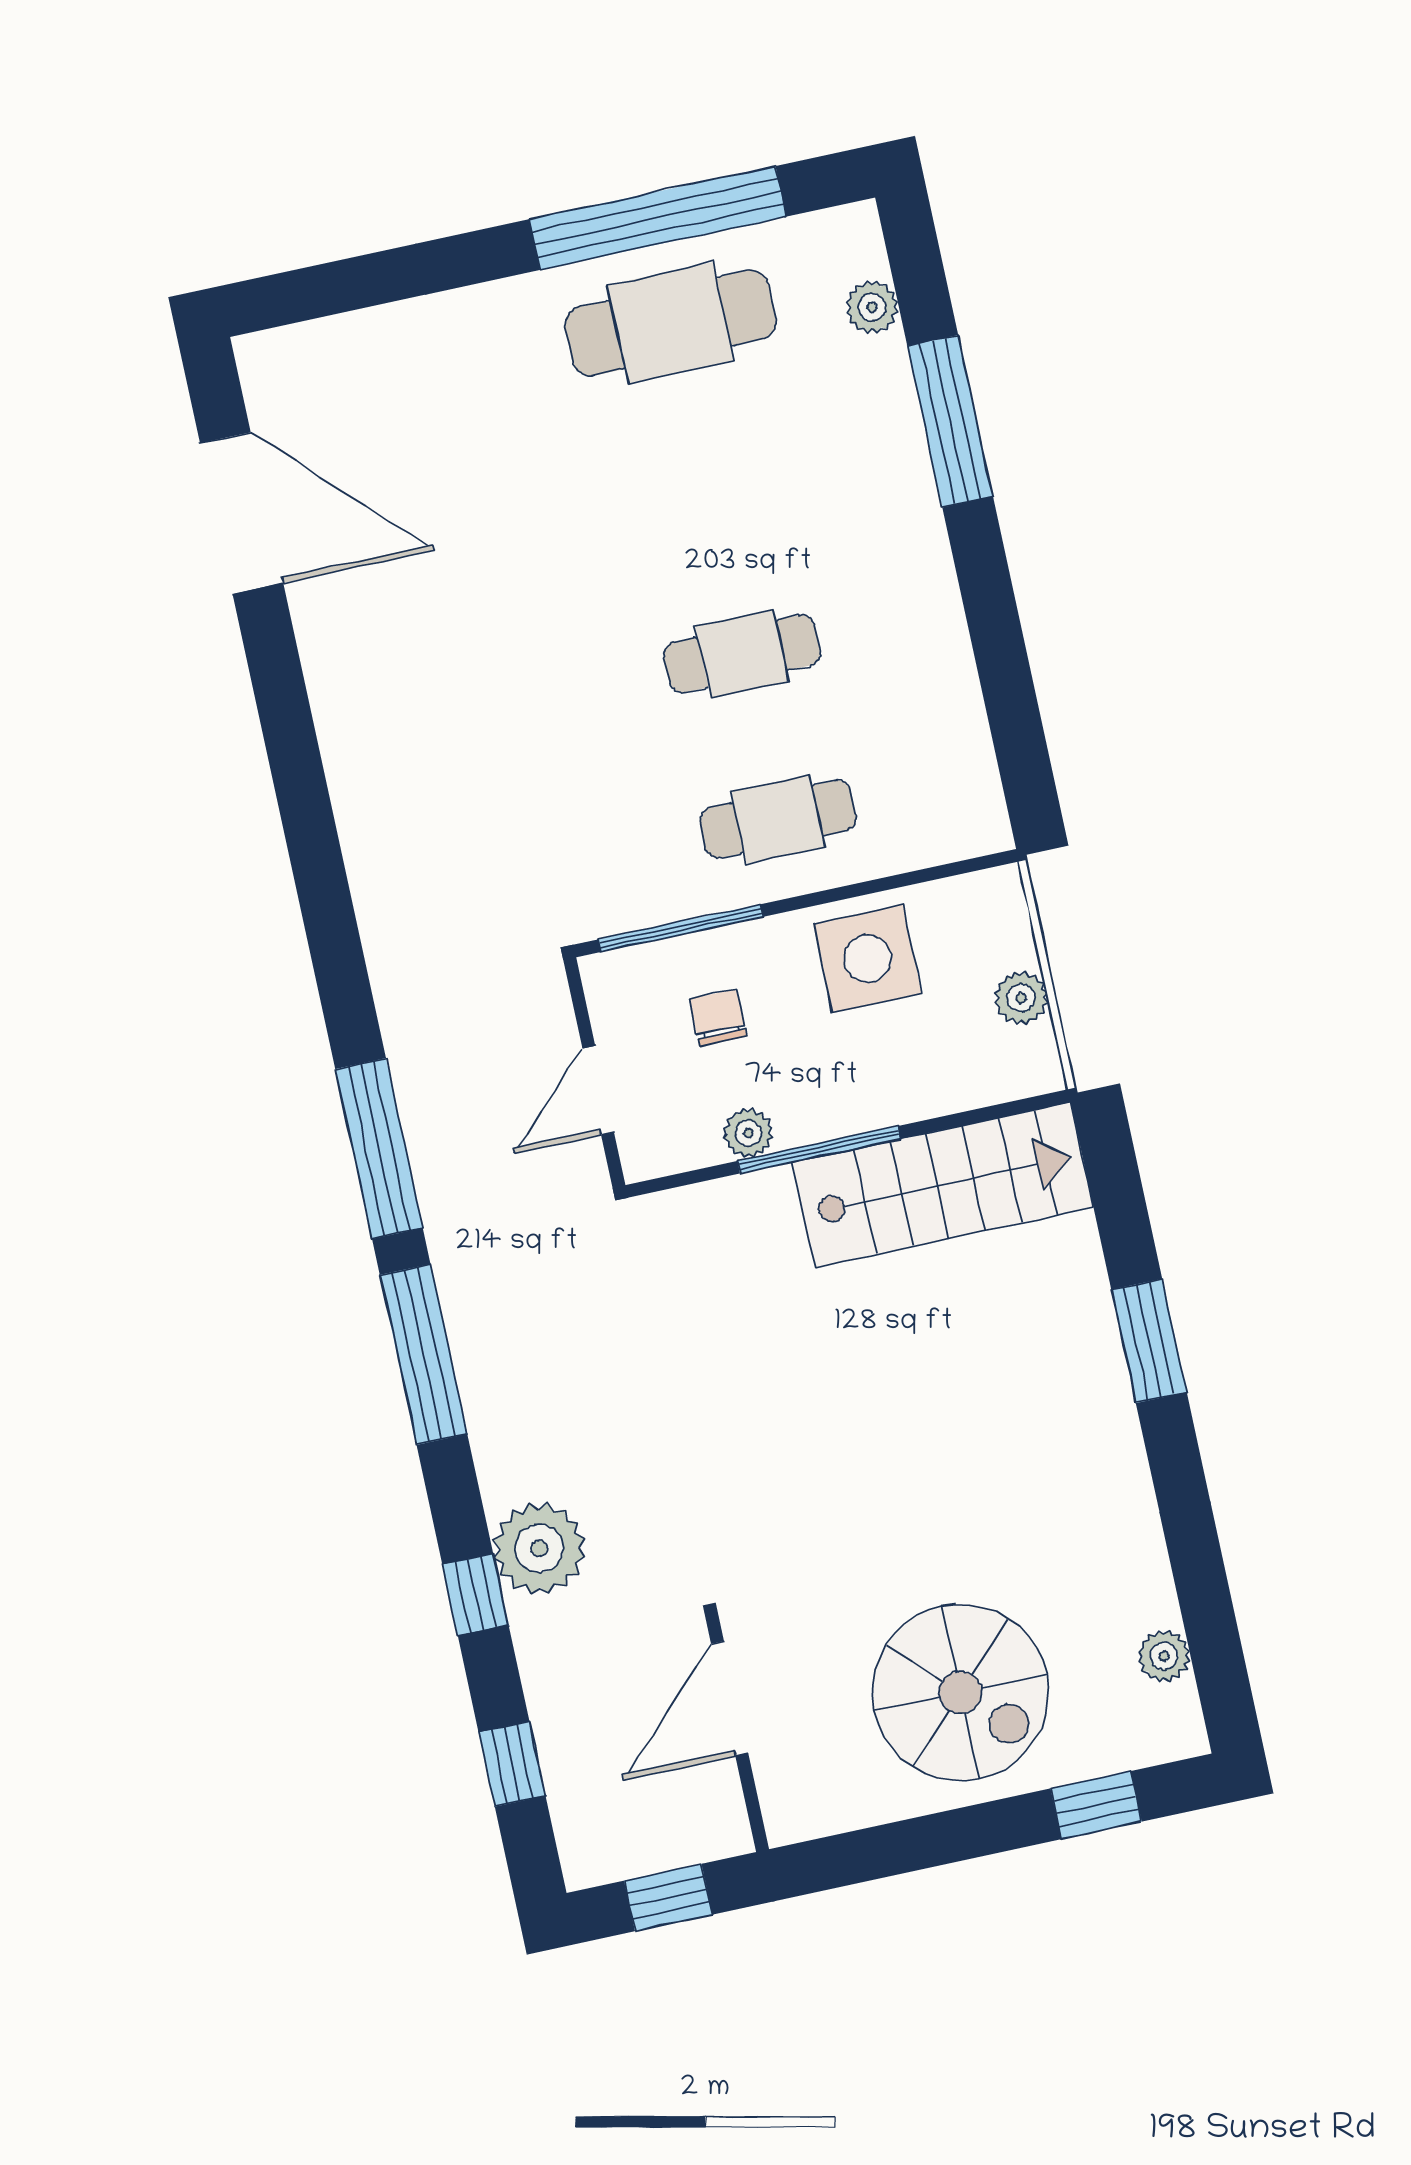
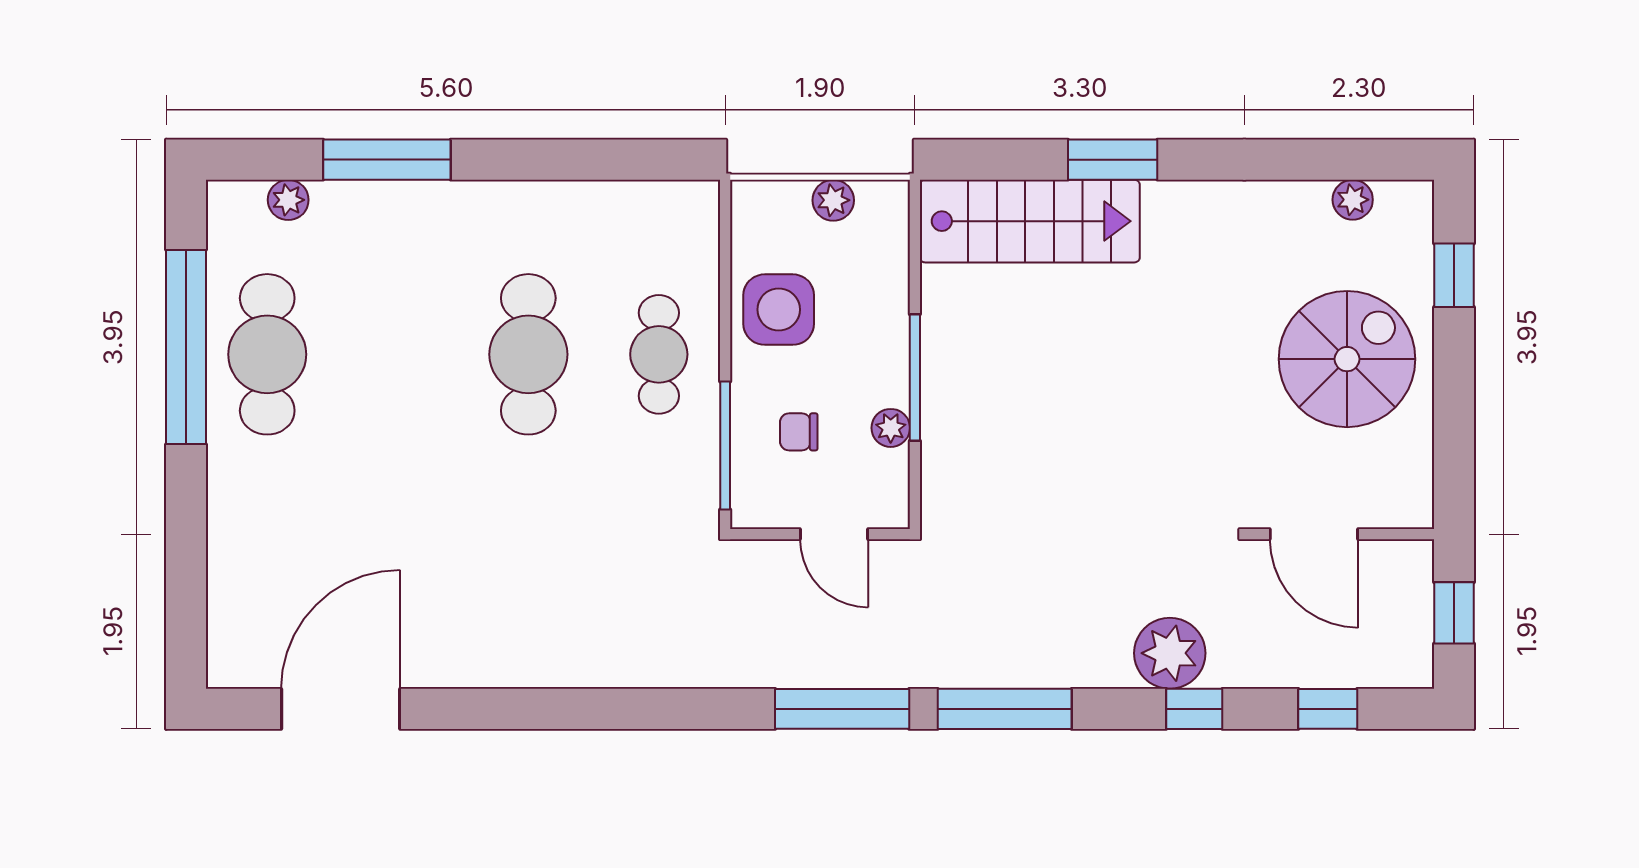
cafe table: (742, 654) -> (528, 354), width x1.37, depth x1.35
stairs: (943, 1185) -> (1030, 221), moved, turned 90

